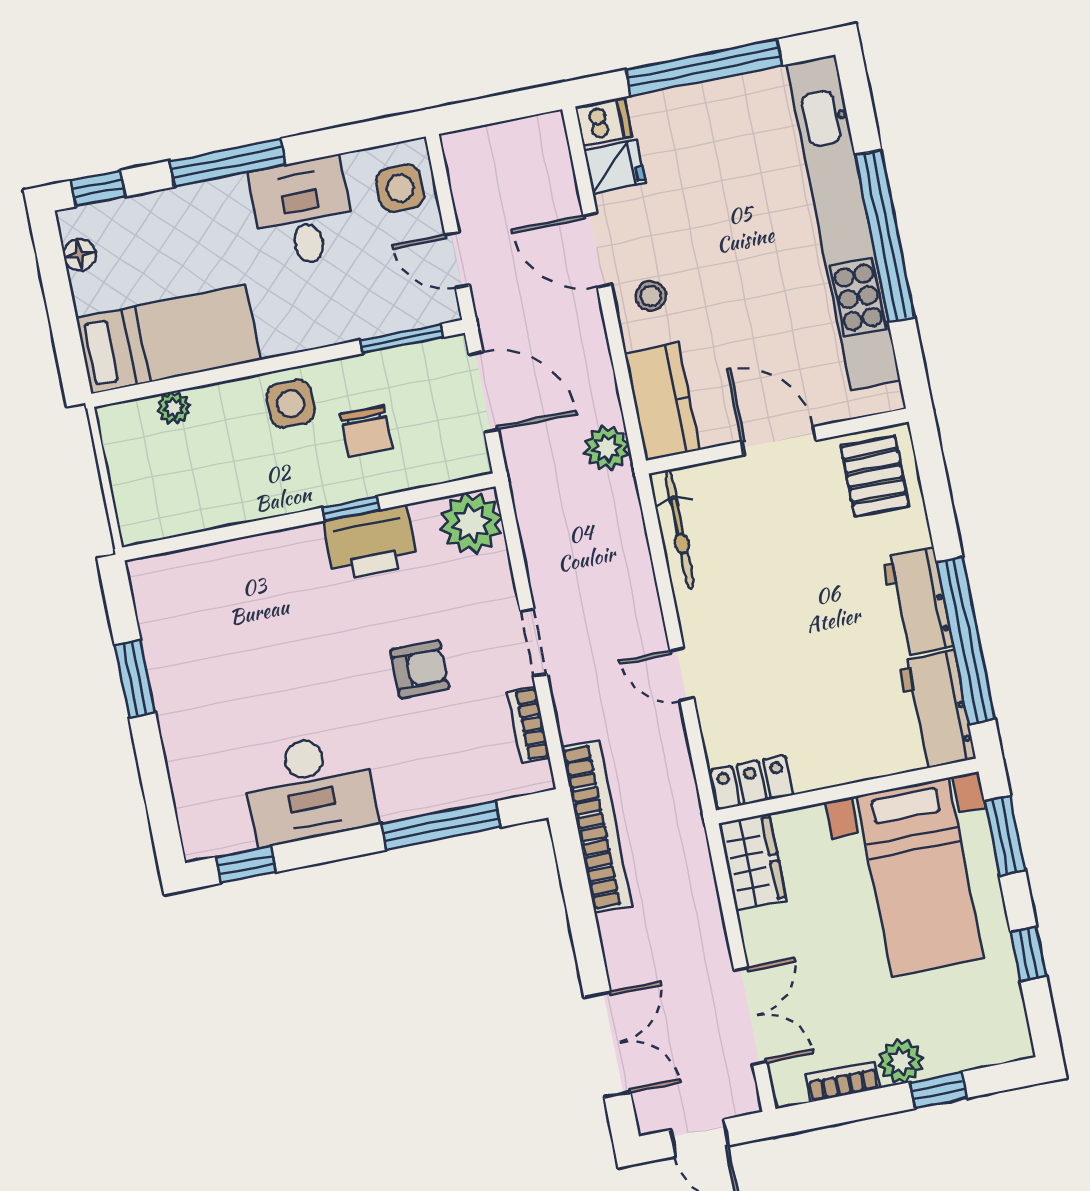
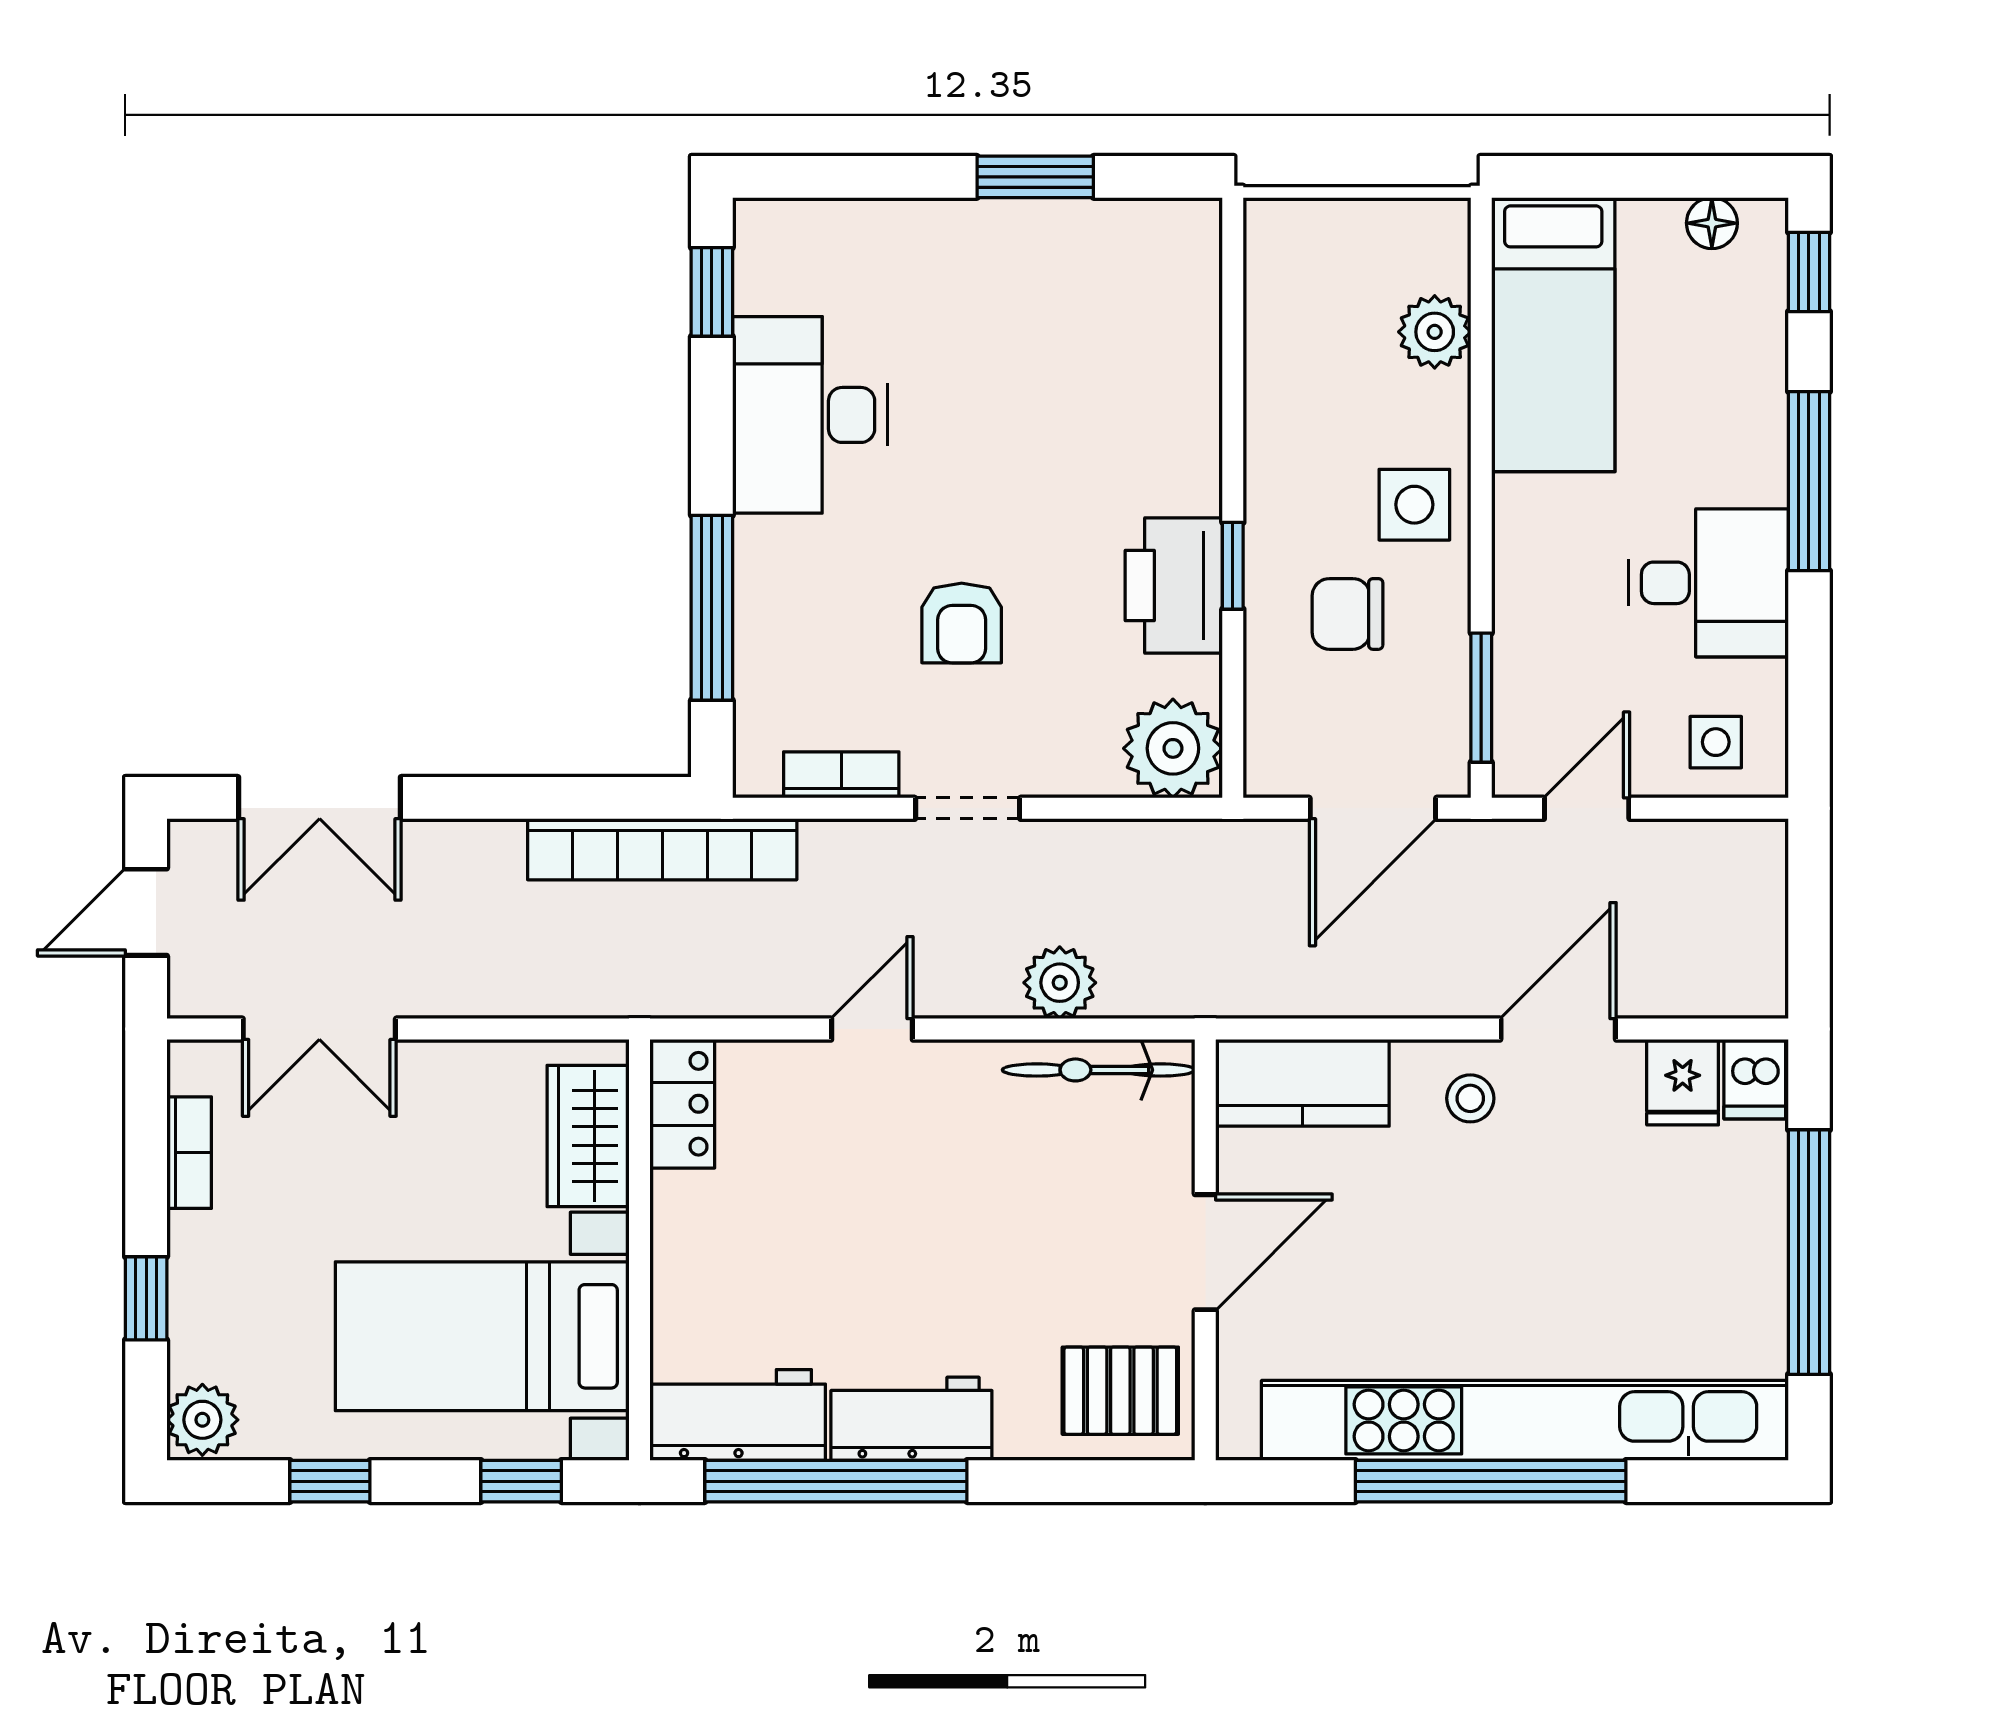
side table: (400, 188) -> (1716, 742), width x0.73, depth x0.73
plant: (174, 408) -> (1435, 332), width x1.38, depth x1.38
plant: (607, 448) -> (1060, 983), moved
window: (1005, 836) -> (521, 1481), width x0.67
wardrobe: (752, 862) -> (588, 1136), moved, turned 90
plant: (901, 1061) -> (202, 1420), moved

